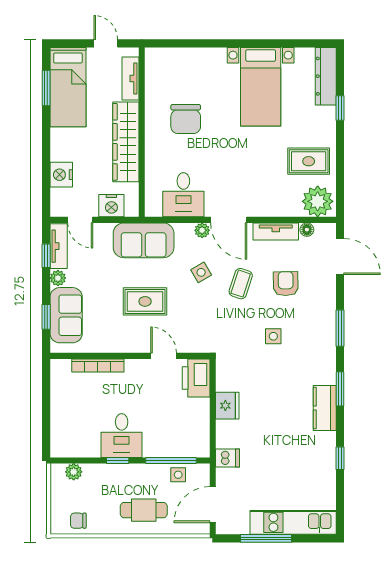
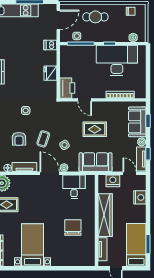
desk: (122, 436) -> (117, 61), width x1.87, depth x1.30

